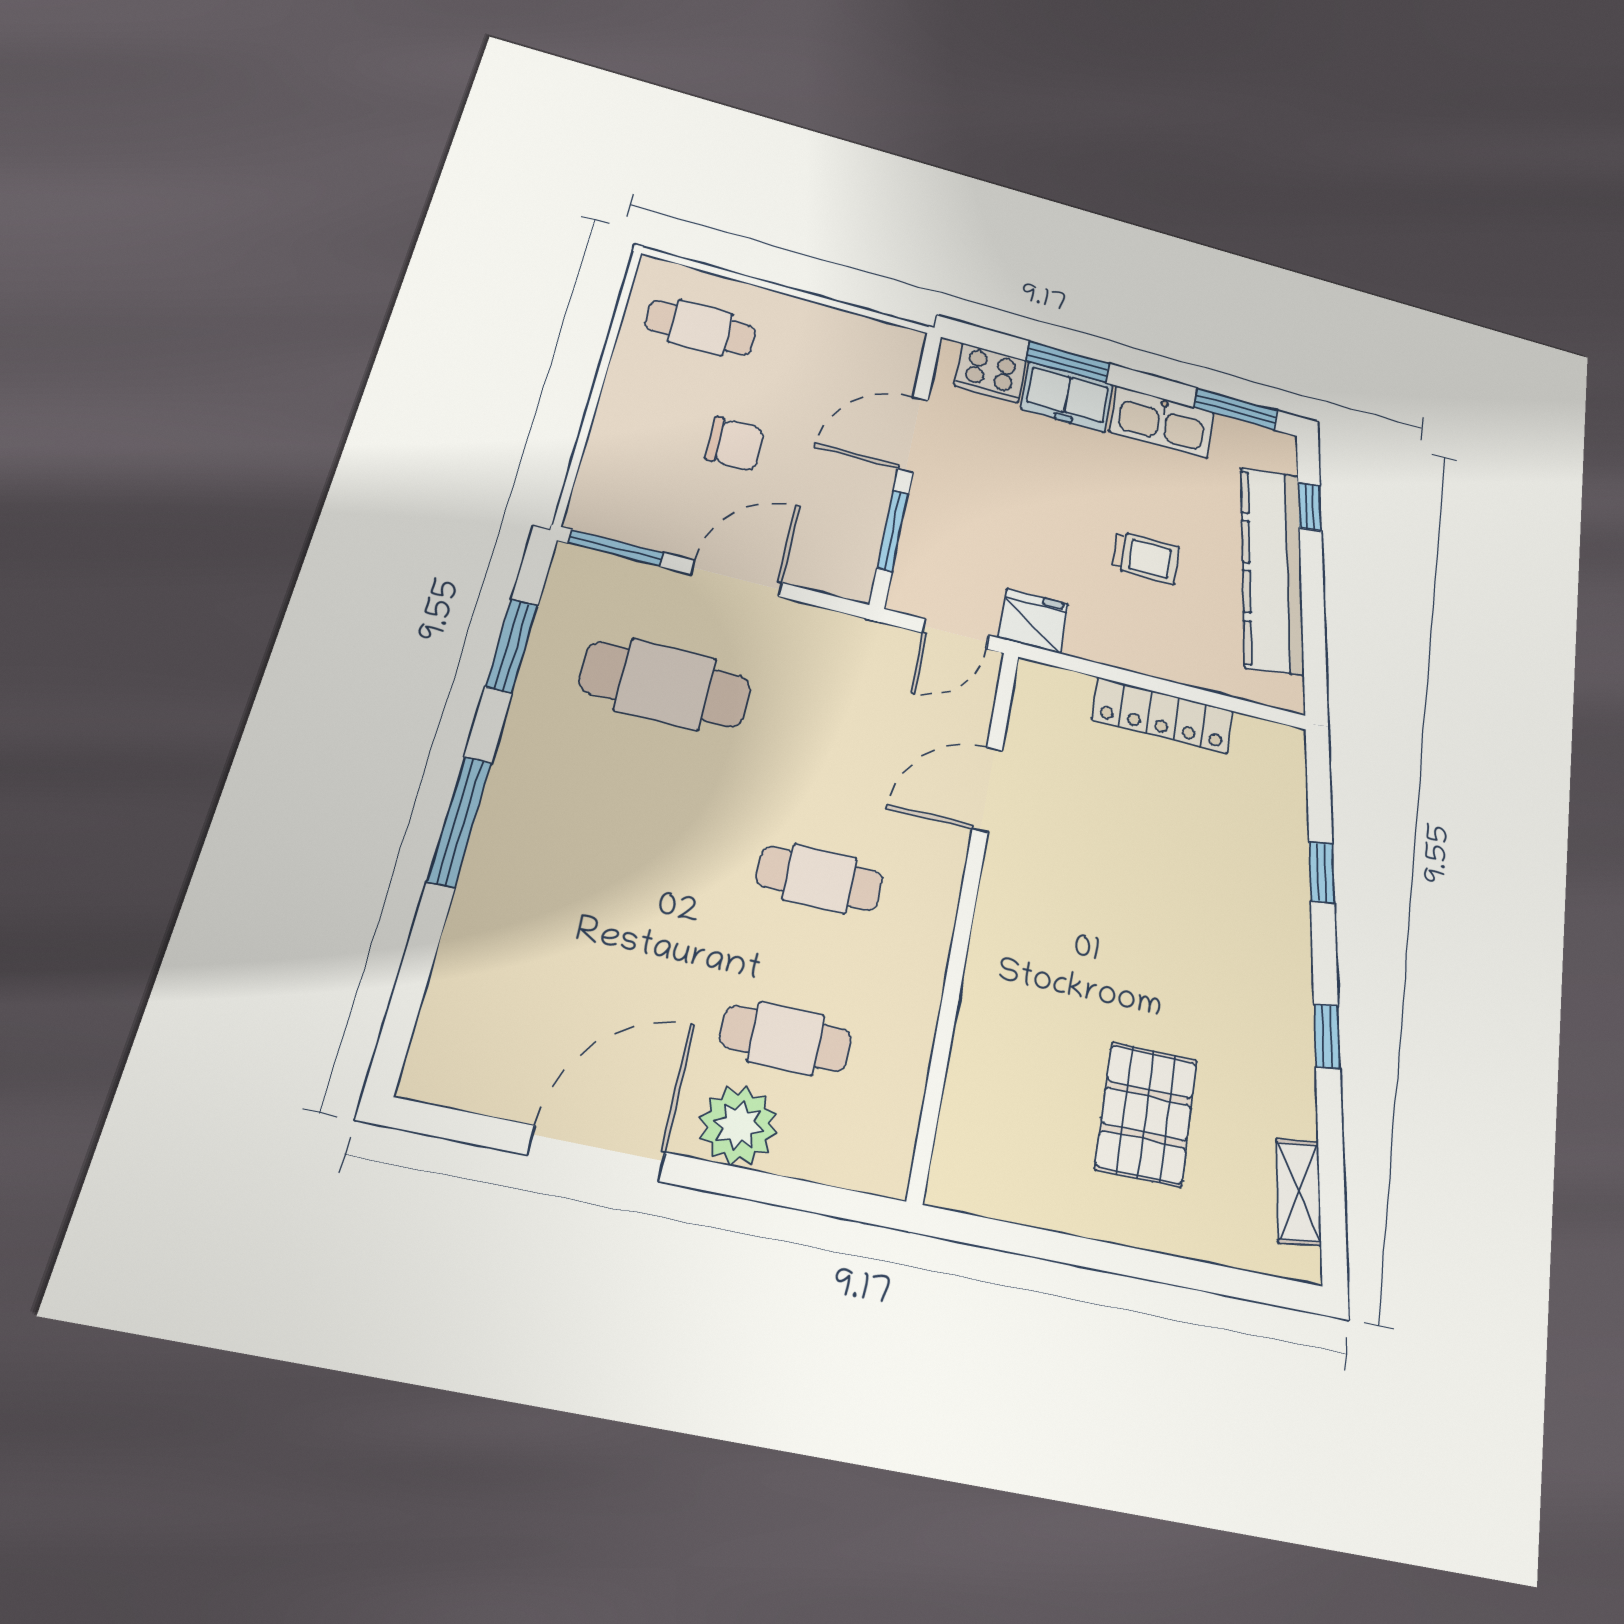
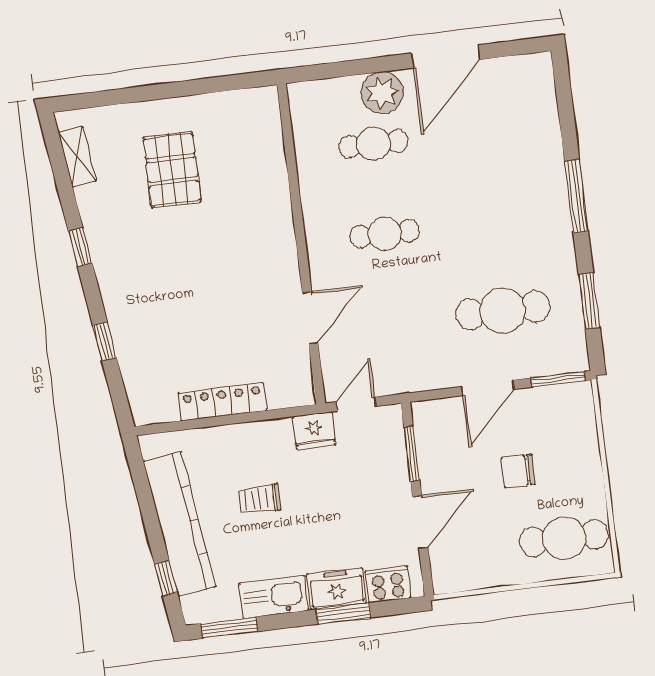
cafe table: (701, 328) -> (564, 538), width x1.37, depth x1.35

